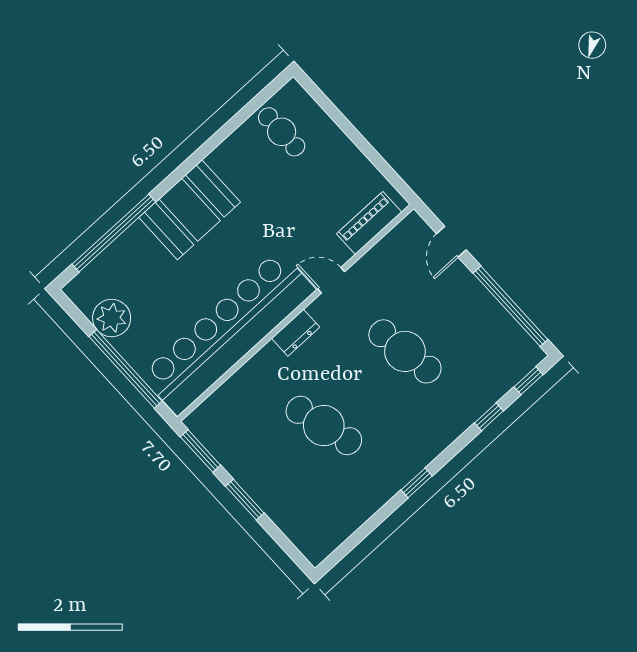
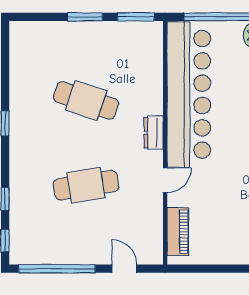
cafe table: (324, 426) -> (86, 100), turned 33

